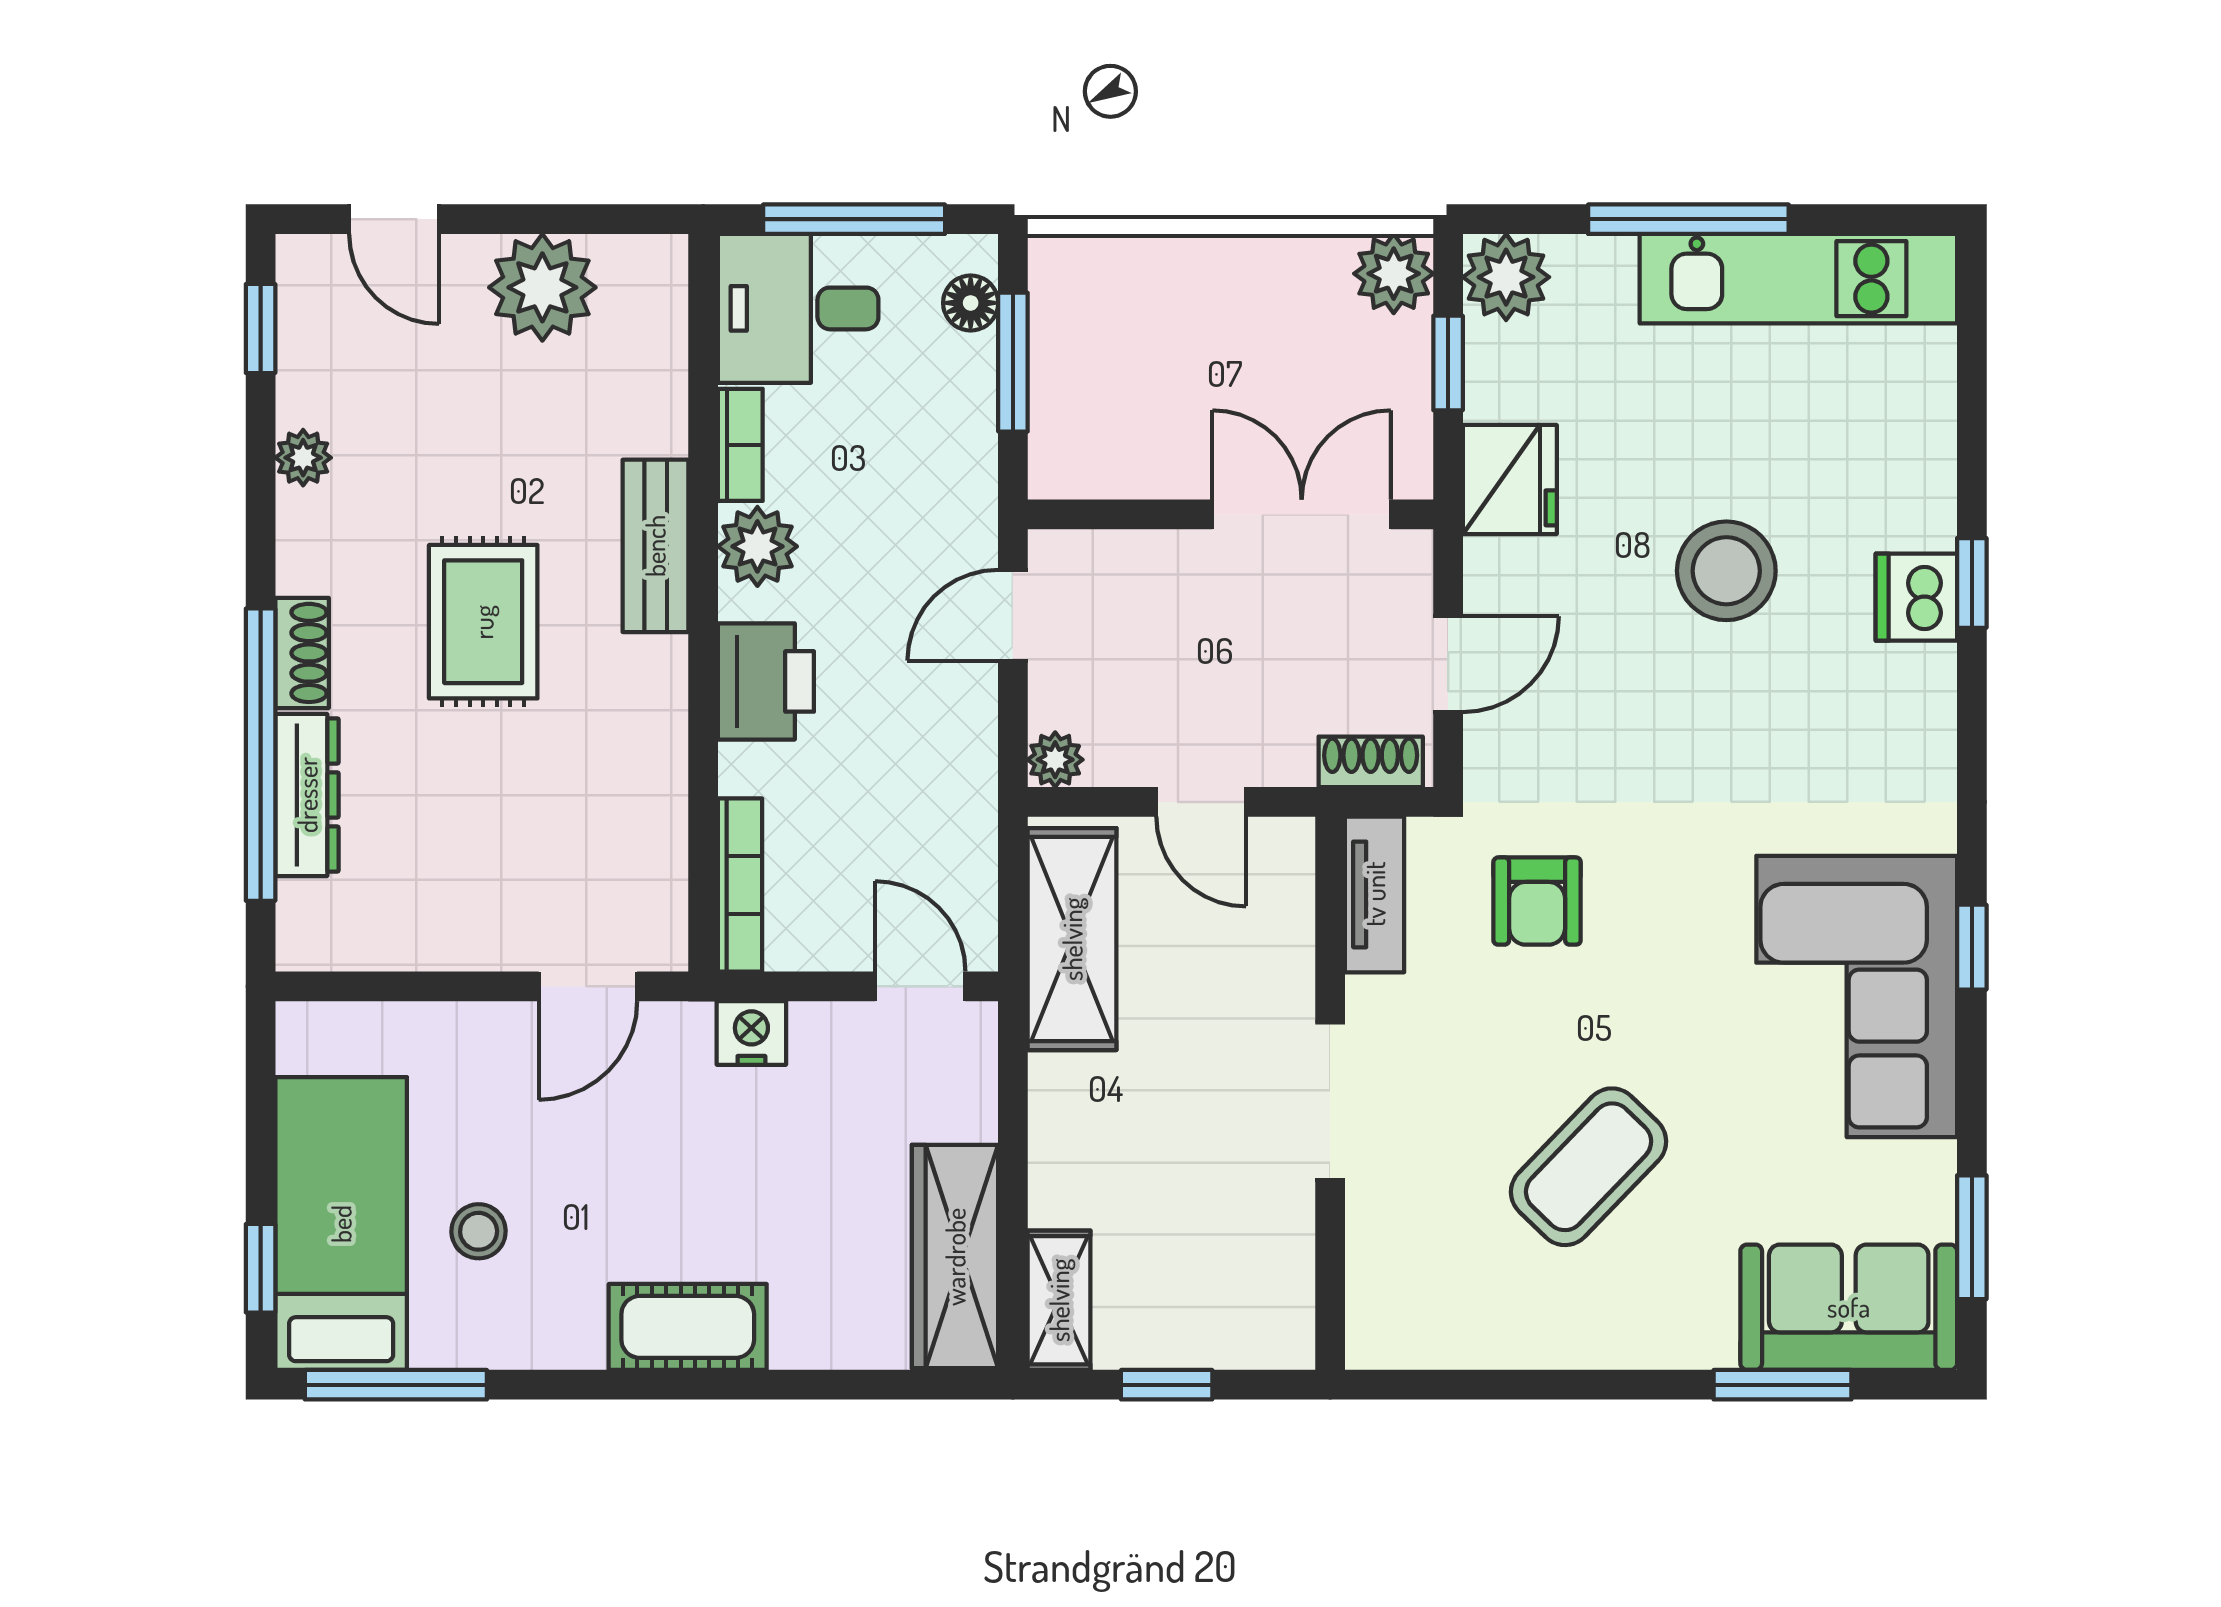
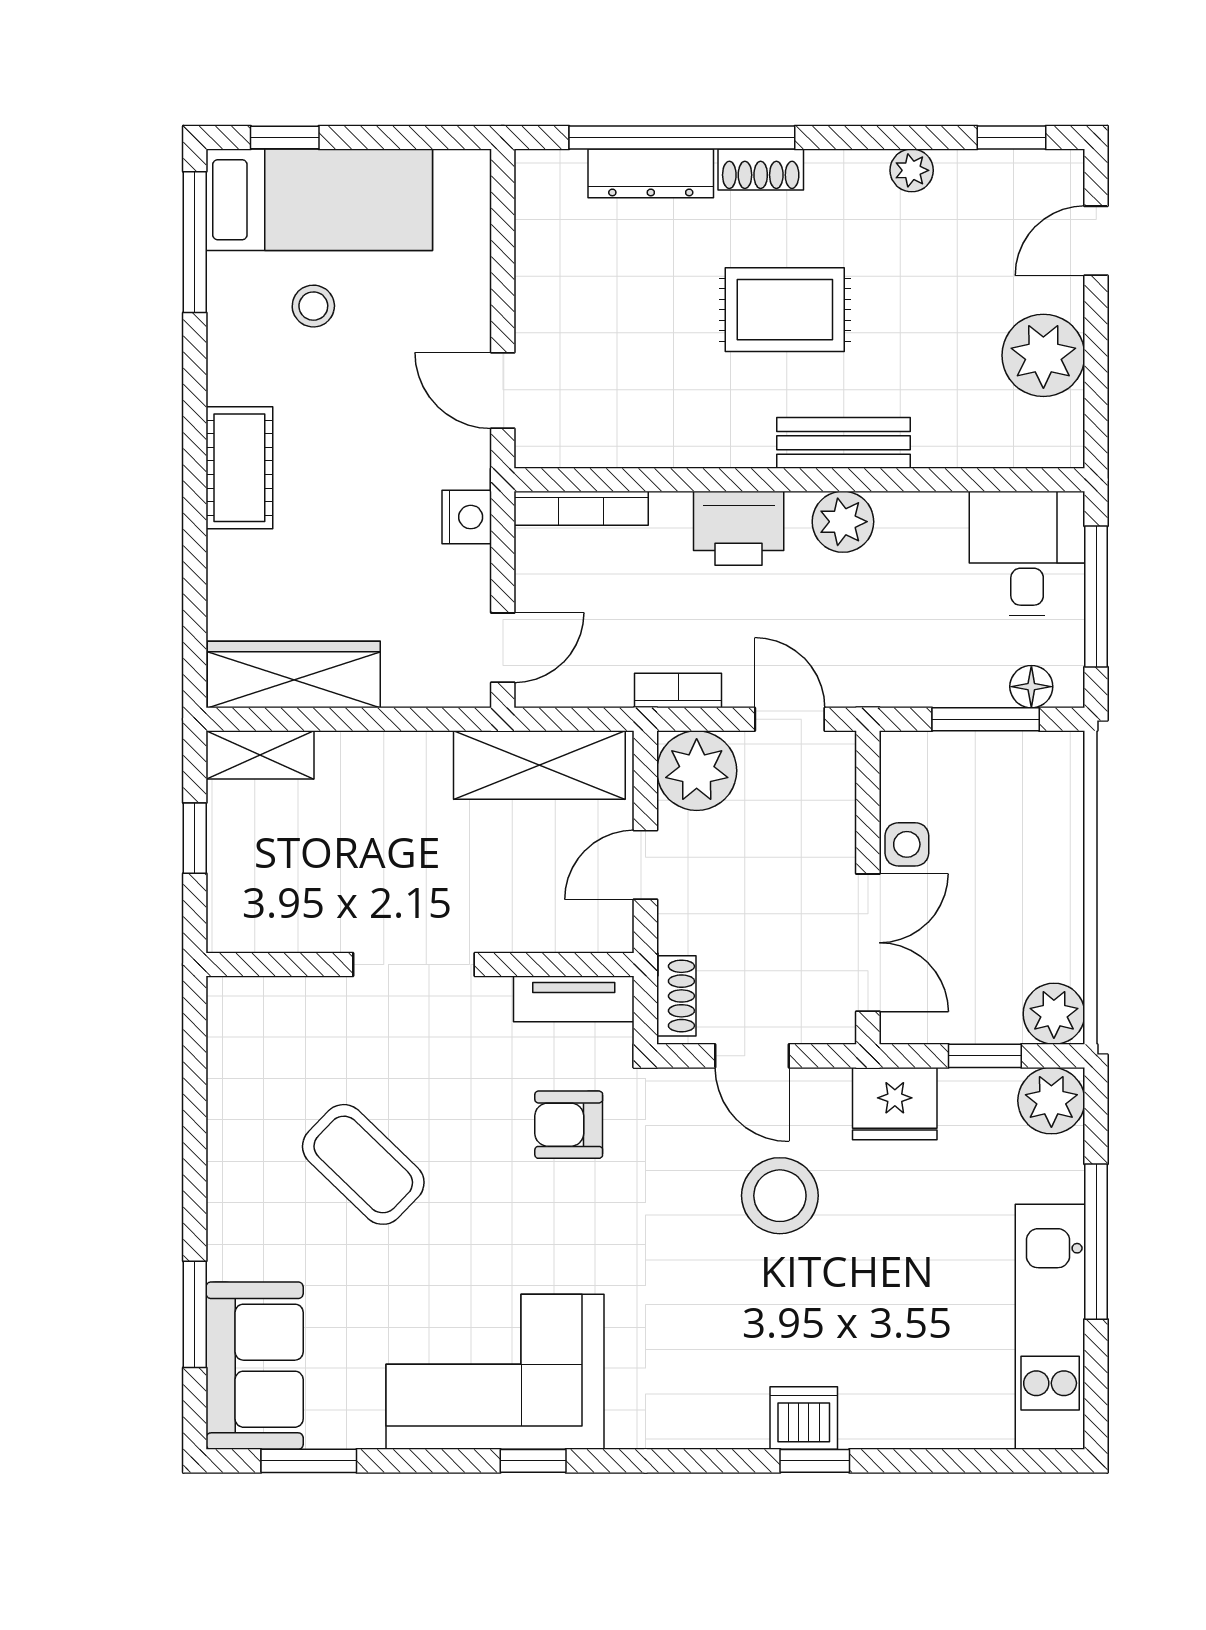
bookcase: (740, 445) -> (678, 691), moved, turned 180
side table: (1175, 464) -> (907, 844), added
stool: (1726, 571) -> (780, 1196), moved
plant: (1055, 760) -> (697, 771), width x1.87, depth x1.87

